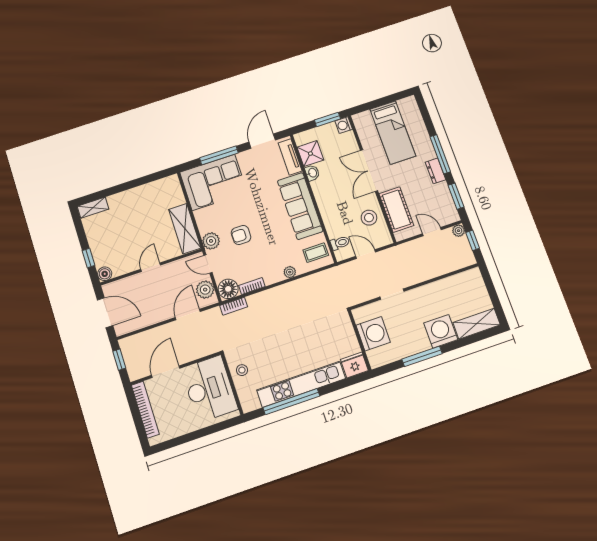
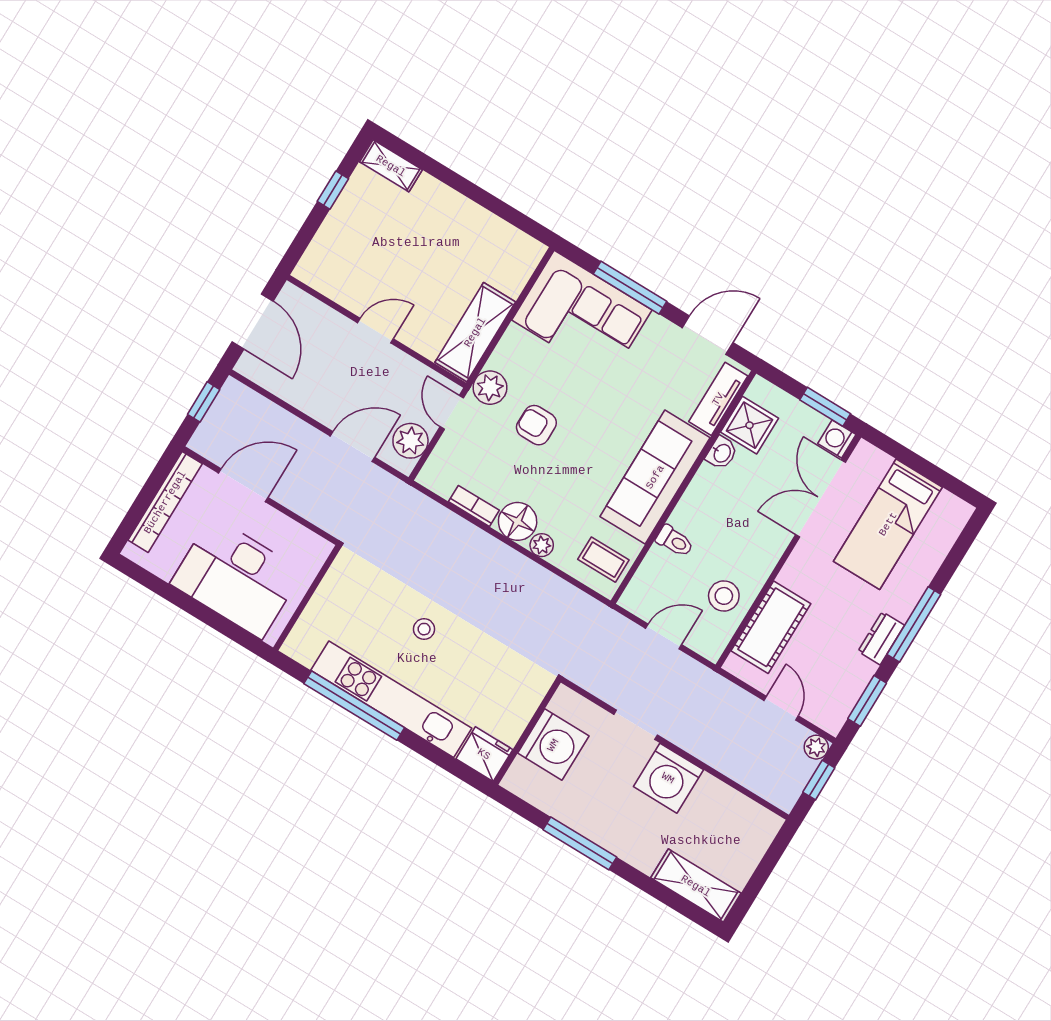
double door: (369, 171) -> (820, 498), moved
toilet: (340, 243) -> (675, 541), moved
door: (366, 254) -> (664, 636), hinge flipped
window: (88, 258) -> (333, 190), moved
boiler: (105, 274) -> (308, 270), removed
floor lamp: (228, 289) -> (518, 521), moved
bookcase: (234, 306) -> (422, 504), removed
washing machine: (441, 331) -> (668, 778), moved, turned 180
stool: (242, 370) -> (424, 629), moved
desk: (209, 389) -> (237, 577), moved, turned 90

